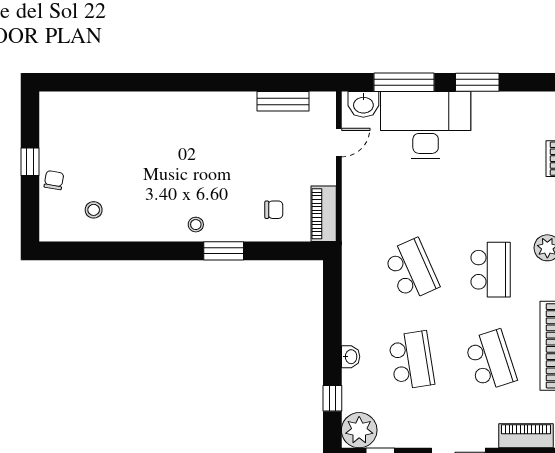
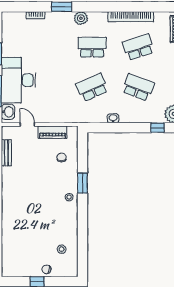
piano: (324, 214) -> (52, 132), moved
washbasin: (351, 357) -> (113, 118), moved
school desk: (411, 360) -> (138, 87), turned 30

